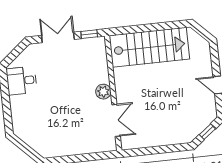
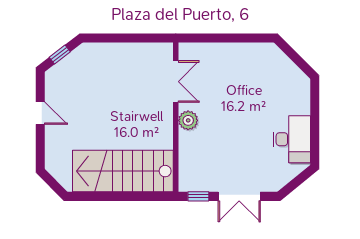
desk: (22, 81) -> (292, 139), width x1.37
double door: (116, 120) -> (176, 82), swing flipped

